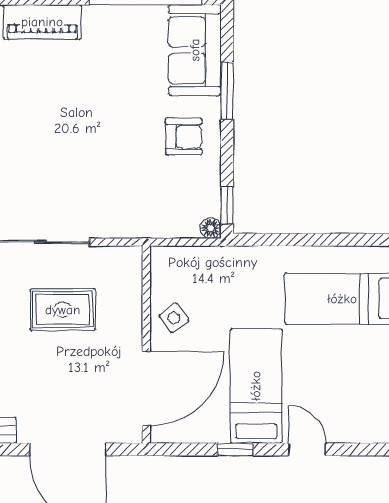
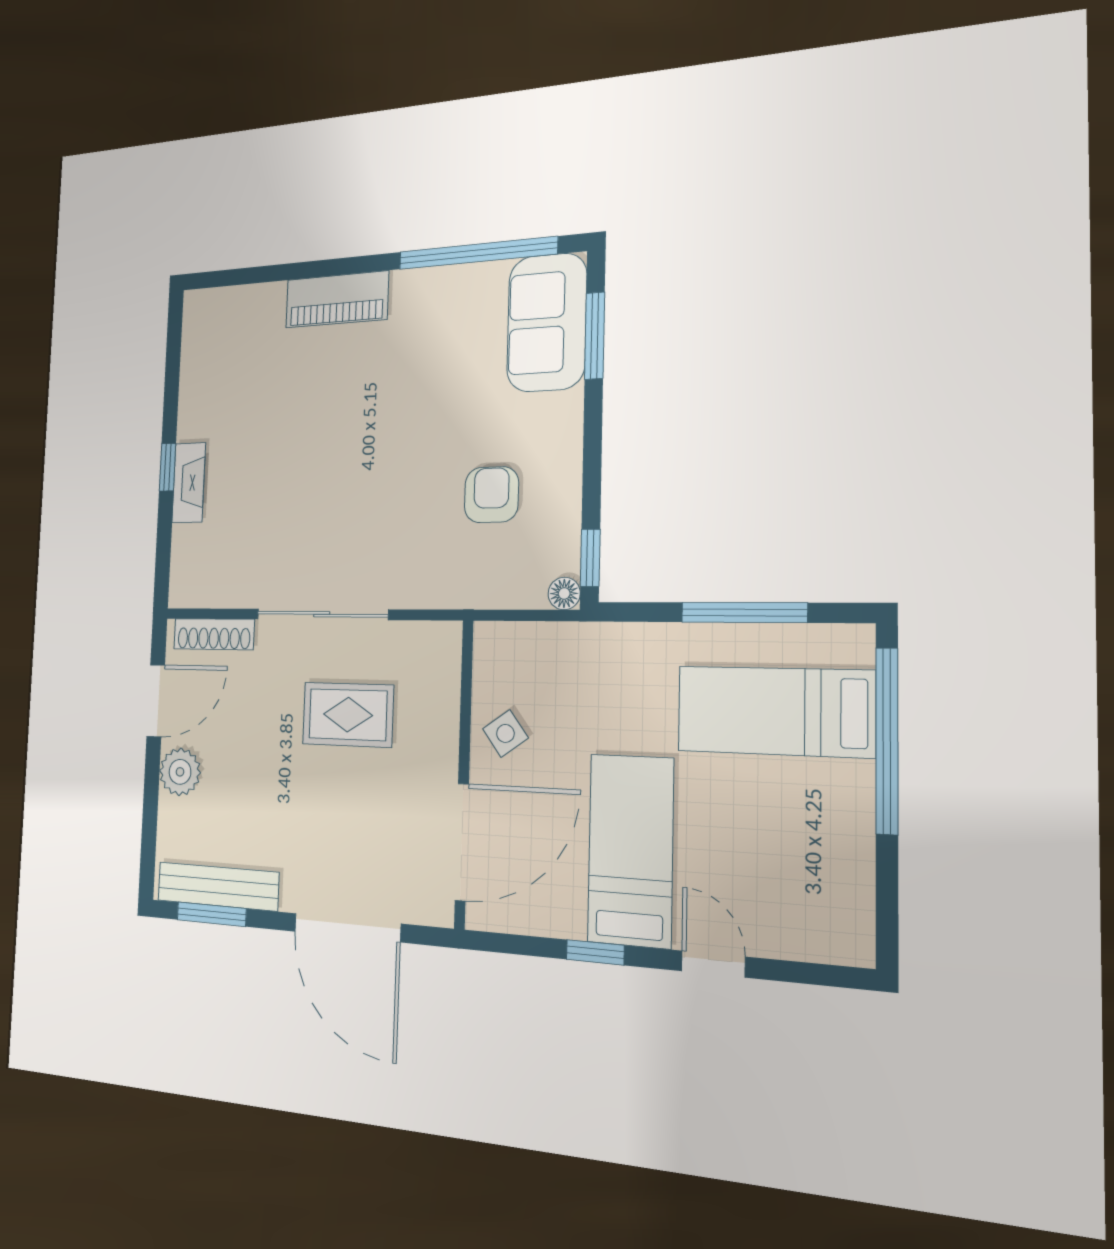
window: (227, 91) -> (595, 336), moved
armchair: (184, 137) -> (491, 495), moved, turned -90
window: (323, 240) -> (744, 612), added

